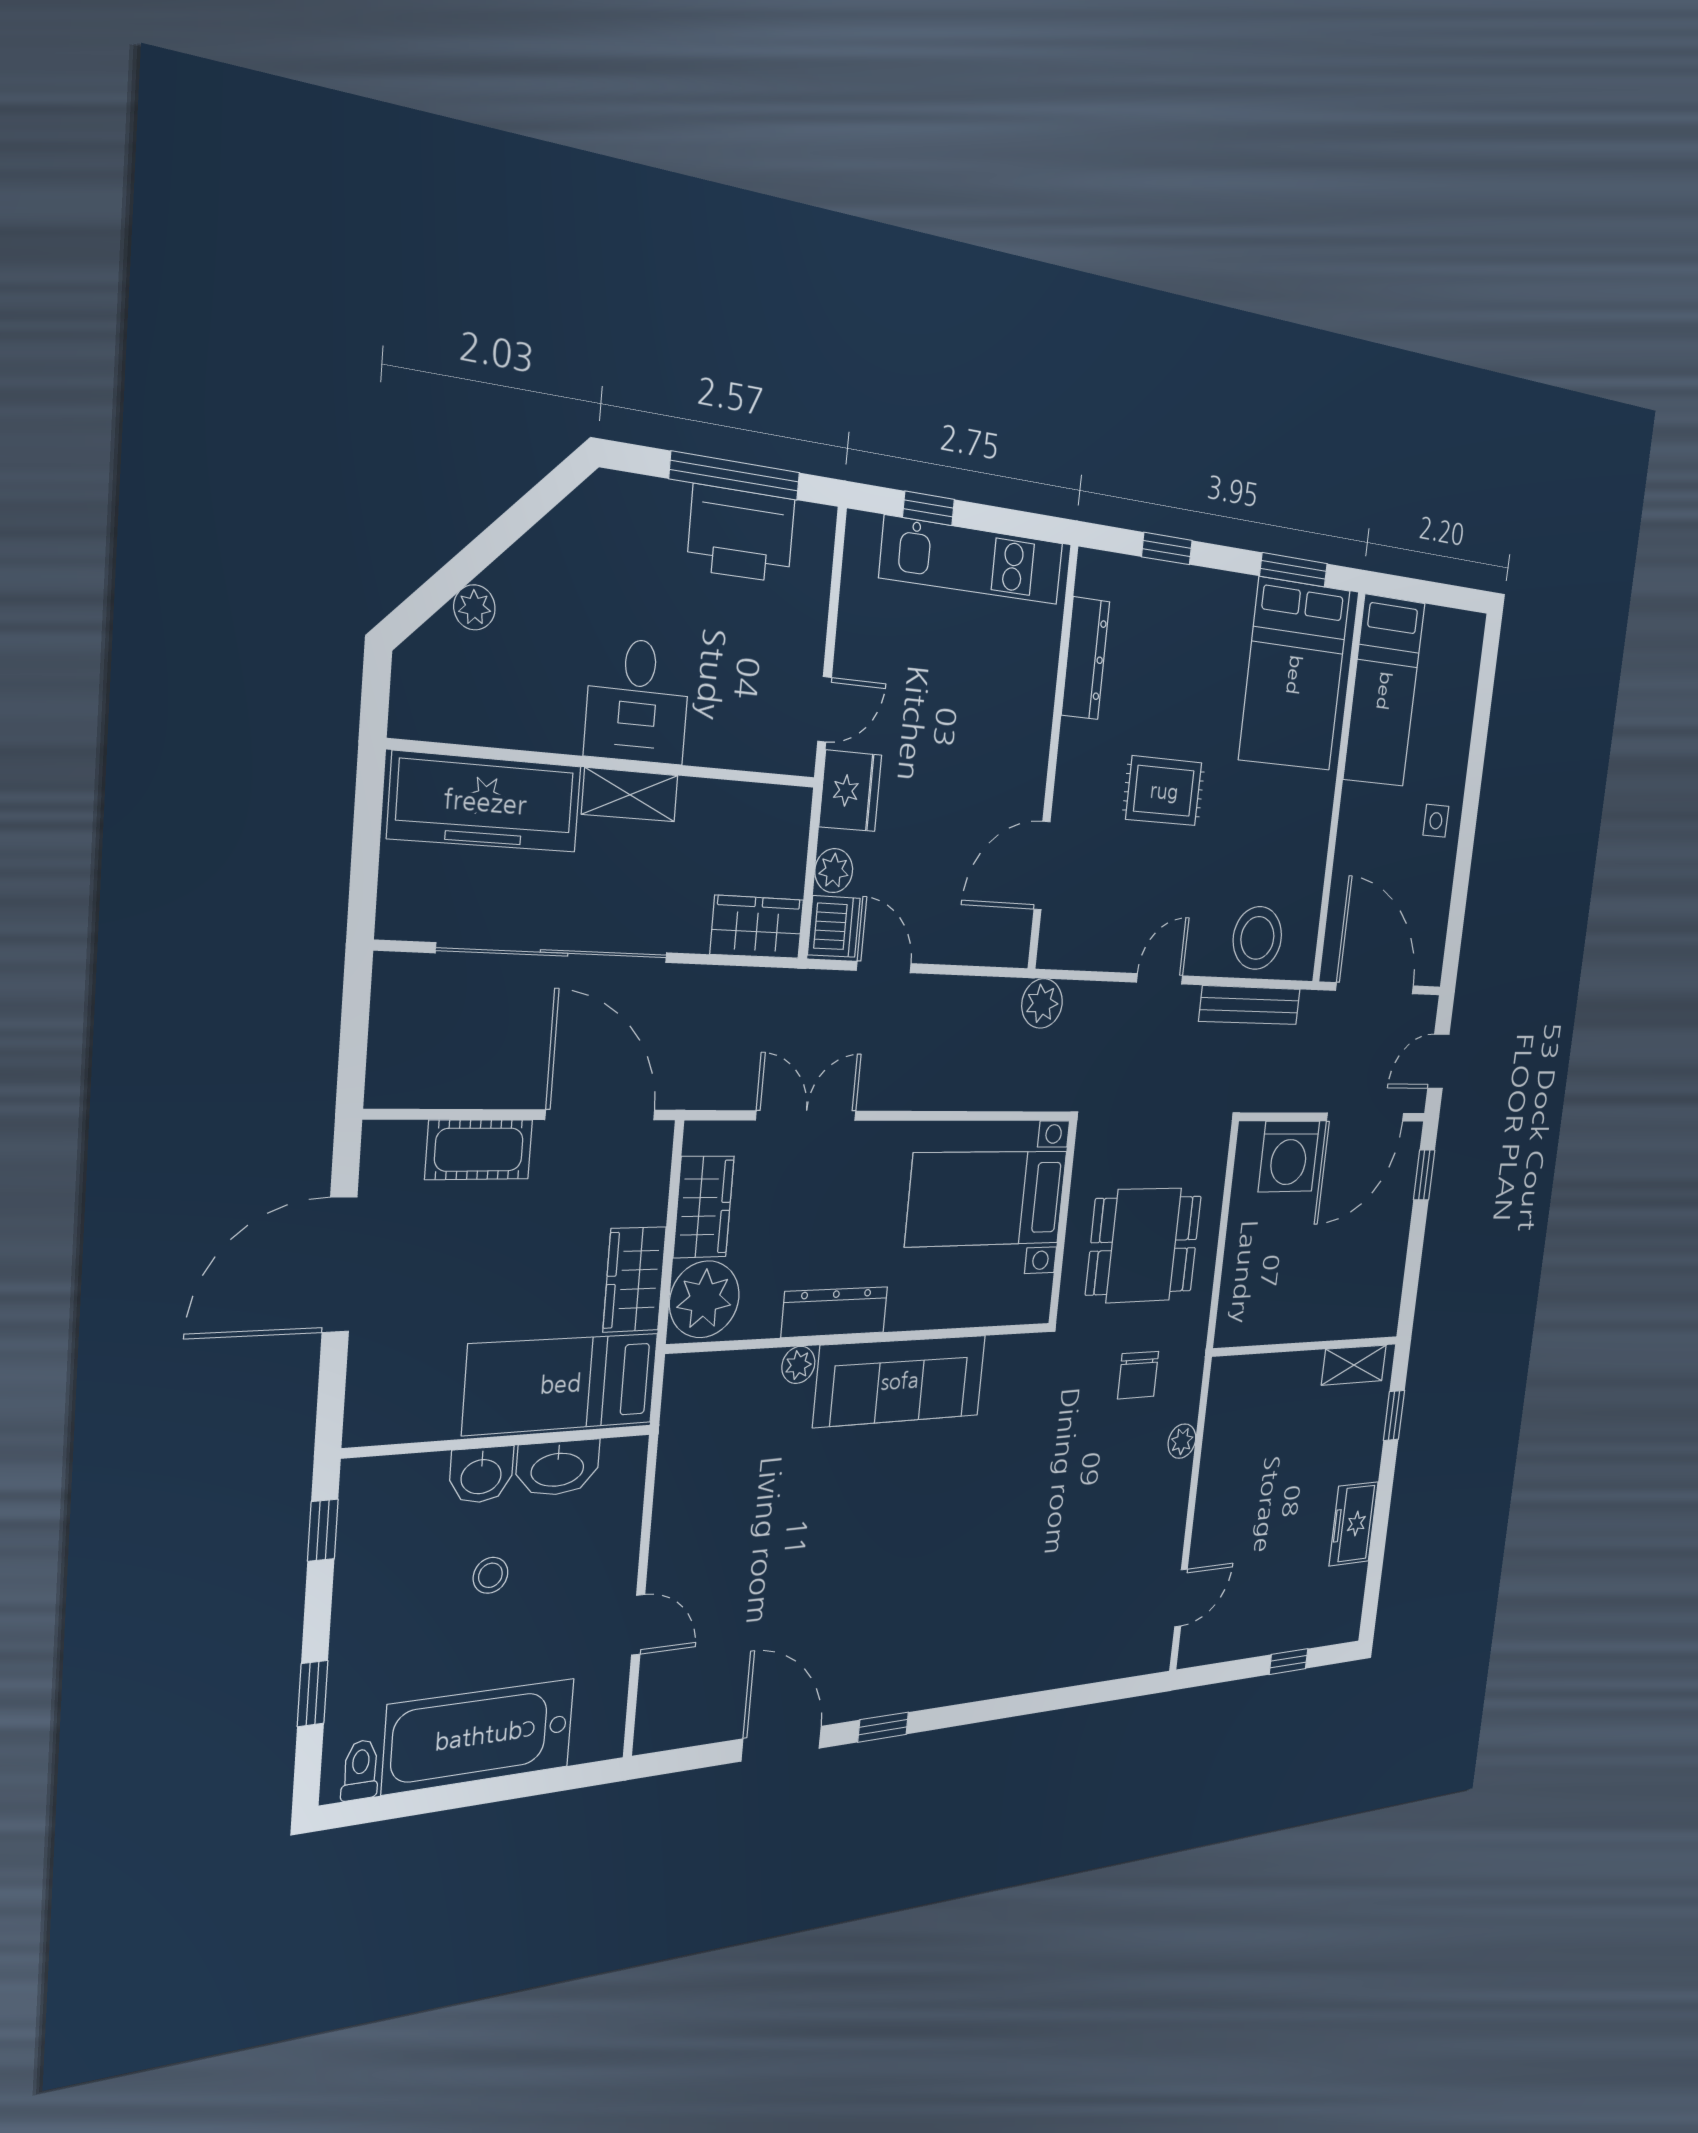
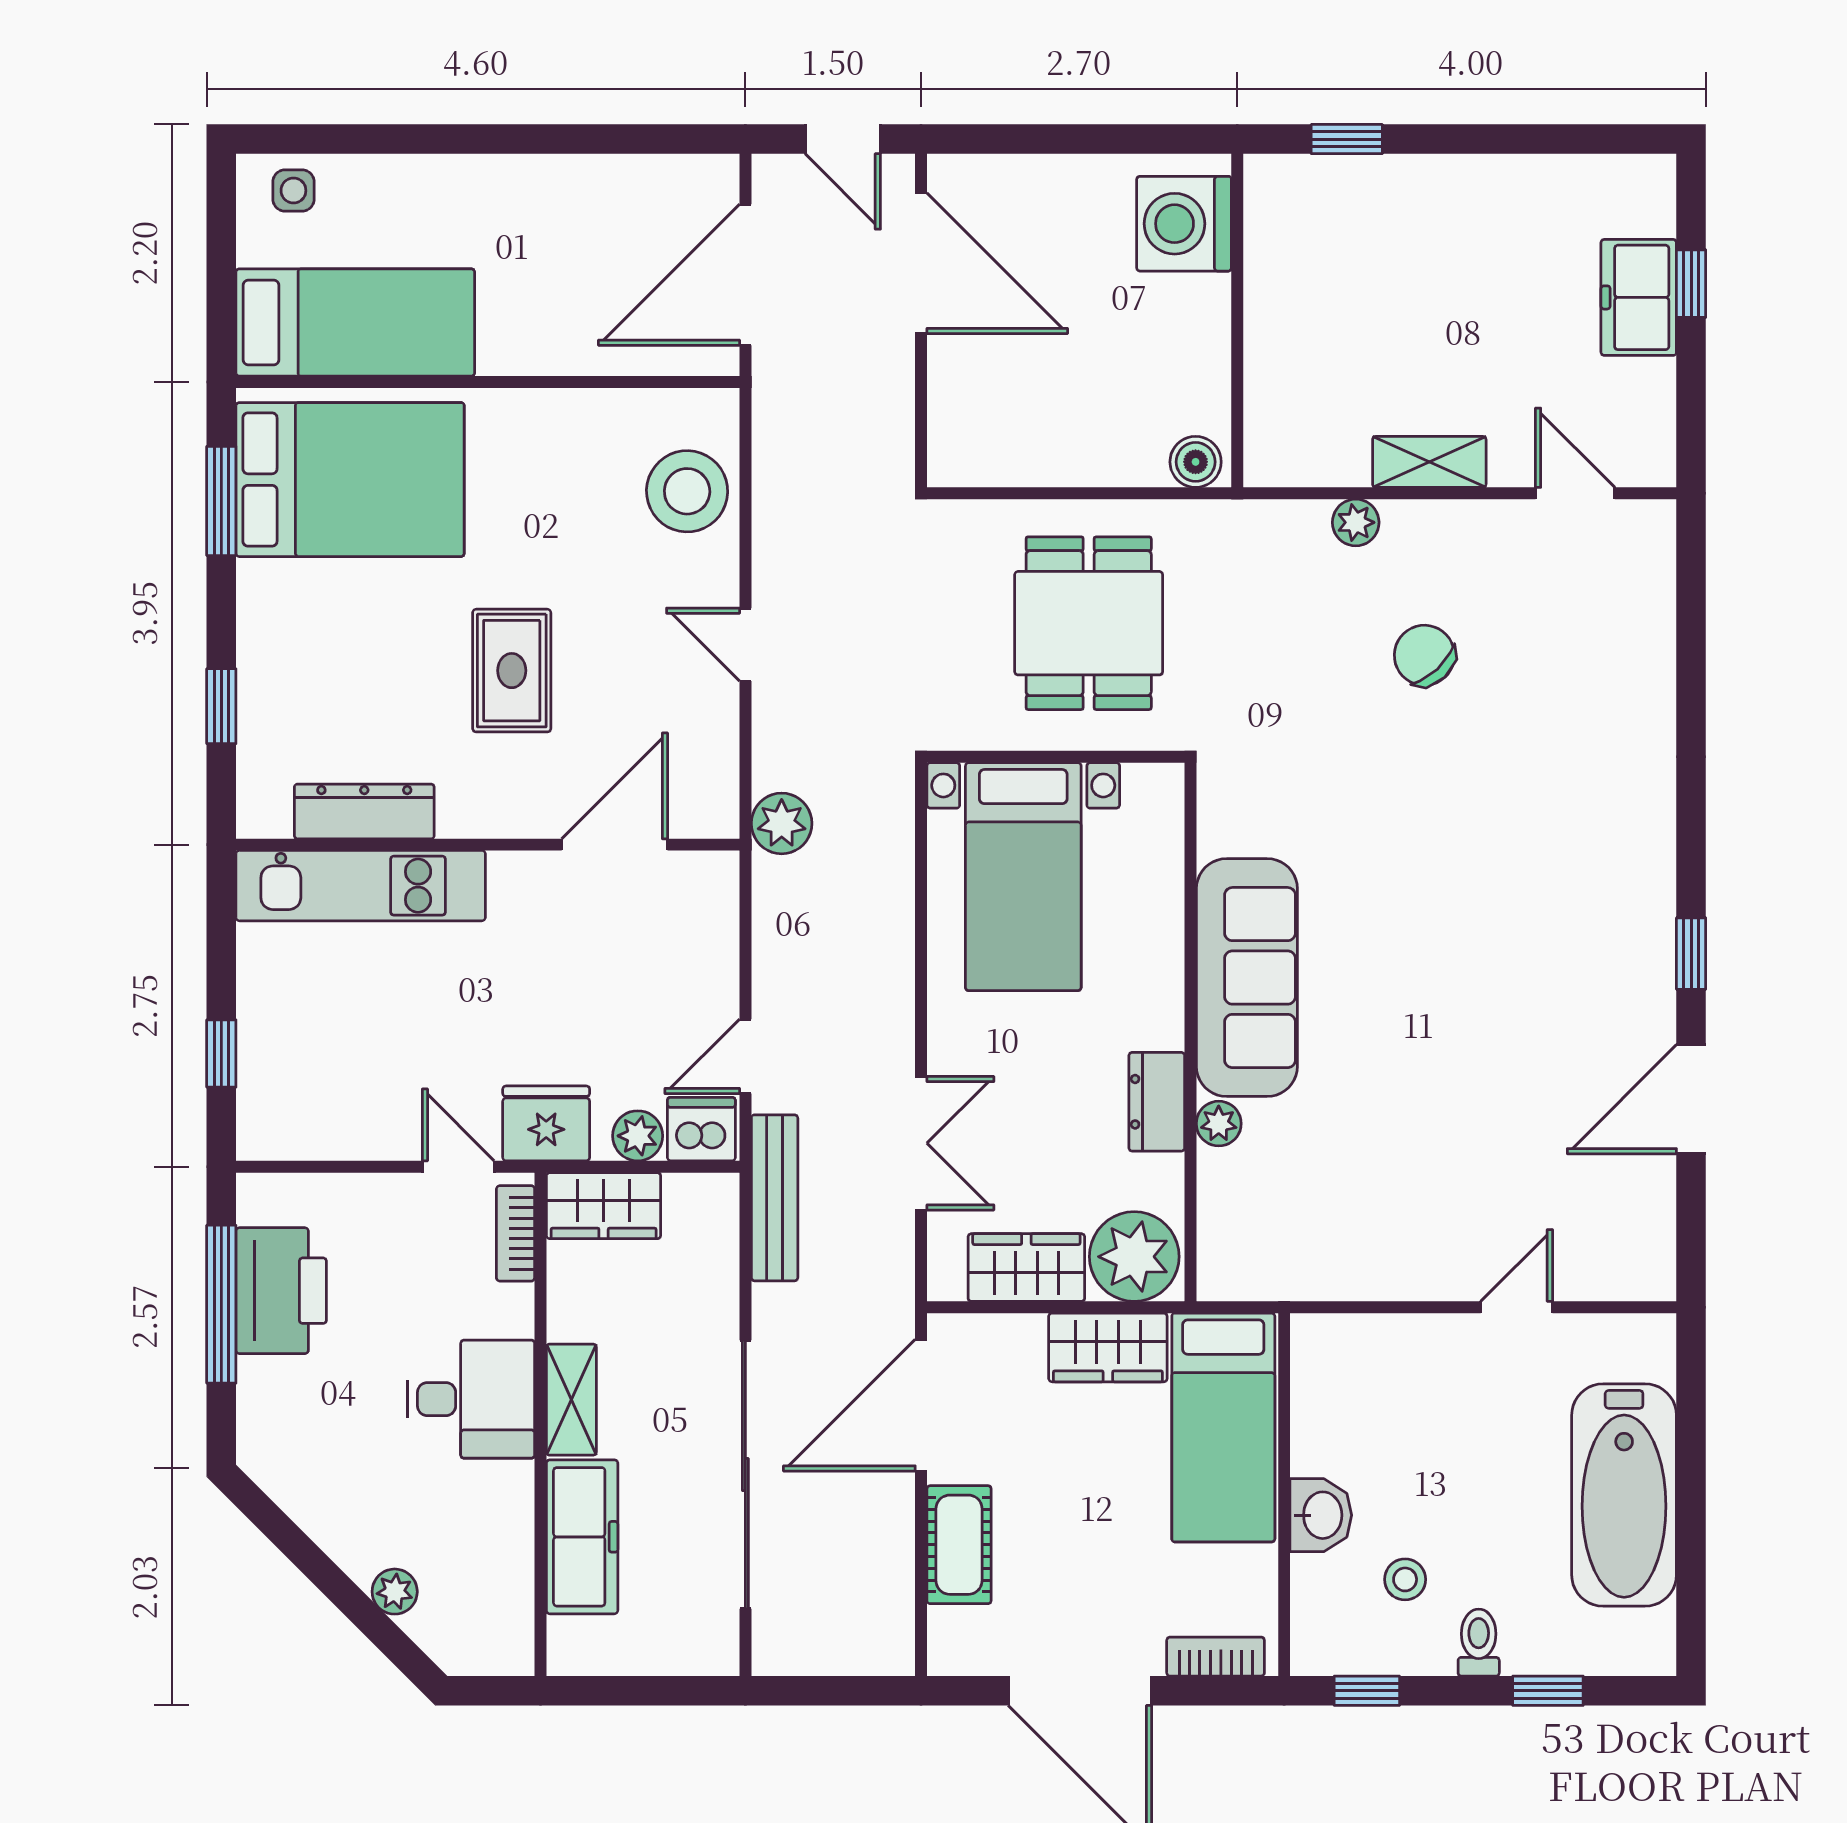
kitchen unit: (972, 560) -> (361, 886), moved, turned 90
bookcase: (769, 756) -> (516, 1233), added
freezer: (485, 802) -> (582, 1537), width x0.73, depth x0.79
side table: (1436, 821) -> (293, 191), moved
door: (1042, 866) -> (615, 845), swing flipped
wardrobe: (757, 927) -> (604, 1206), moved, turned -90
bench: (1250, 1005) -> (775, 1198), moved
double door: (806, 1115) -> (921, 1143), swing flipped
washing machine: (1289, 1156) -> (1184, 224), moved, turned 180
window: (1424, 1175) -> (1002, 139), removed
dresser: (835, 1312) -> (1157, 1102), width x0.70
boiler: (1231, 1321) -> (1196, 462), added
shelving: (1354, 1365) -> (1429, 462), moved, turned 90
chair: (1138, 1375) -> (1424, 655), moved, turned -133
bookcase: (363, 1389) -> (1216, 1657), added
washbasin: (558, 1468) -> (1320, 1424), removed
freezer: (1354, 1524) -> (1639, 297), moved, turned 90
stool: (490, 1575) -> (1405, 1579), moved
toilet: (360, 1770) -> (1479, 1643), moved, turned 90

